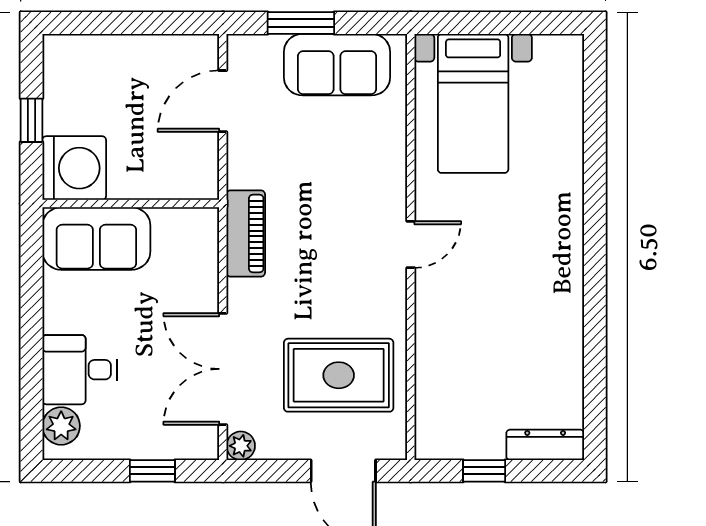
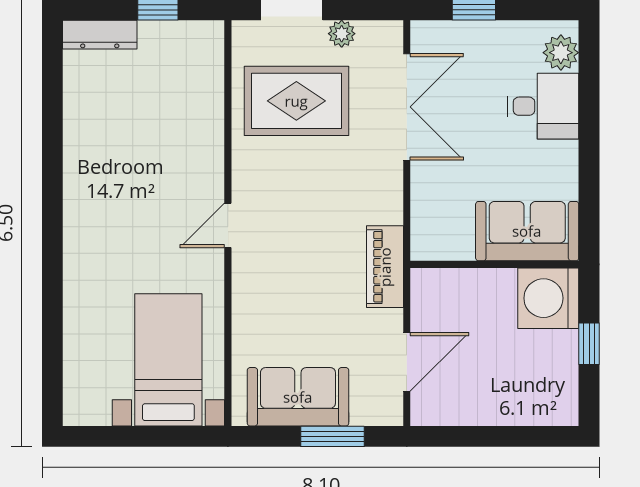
piano: (246, 233) -> (385, 267), moved
plant: (241, 446) -> (342, 34), moved

